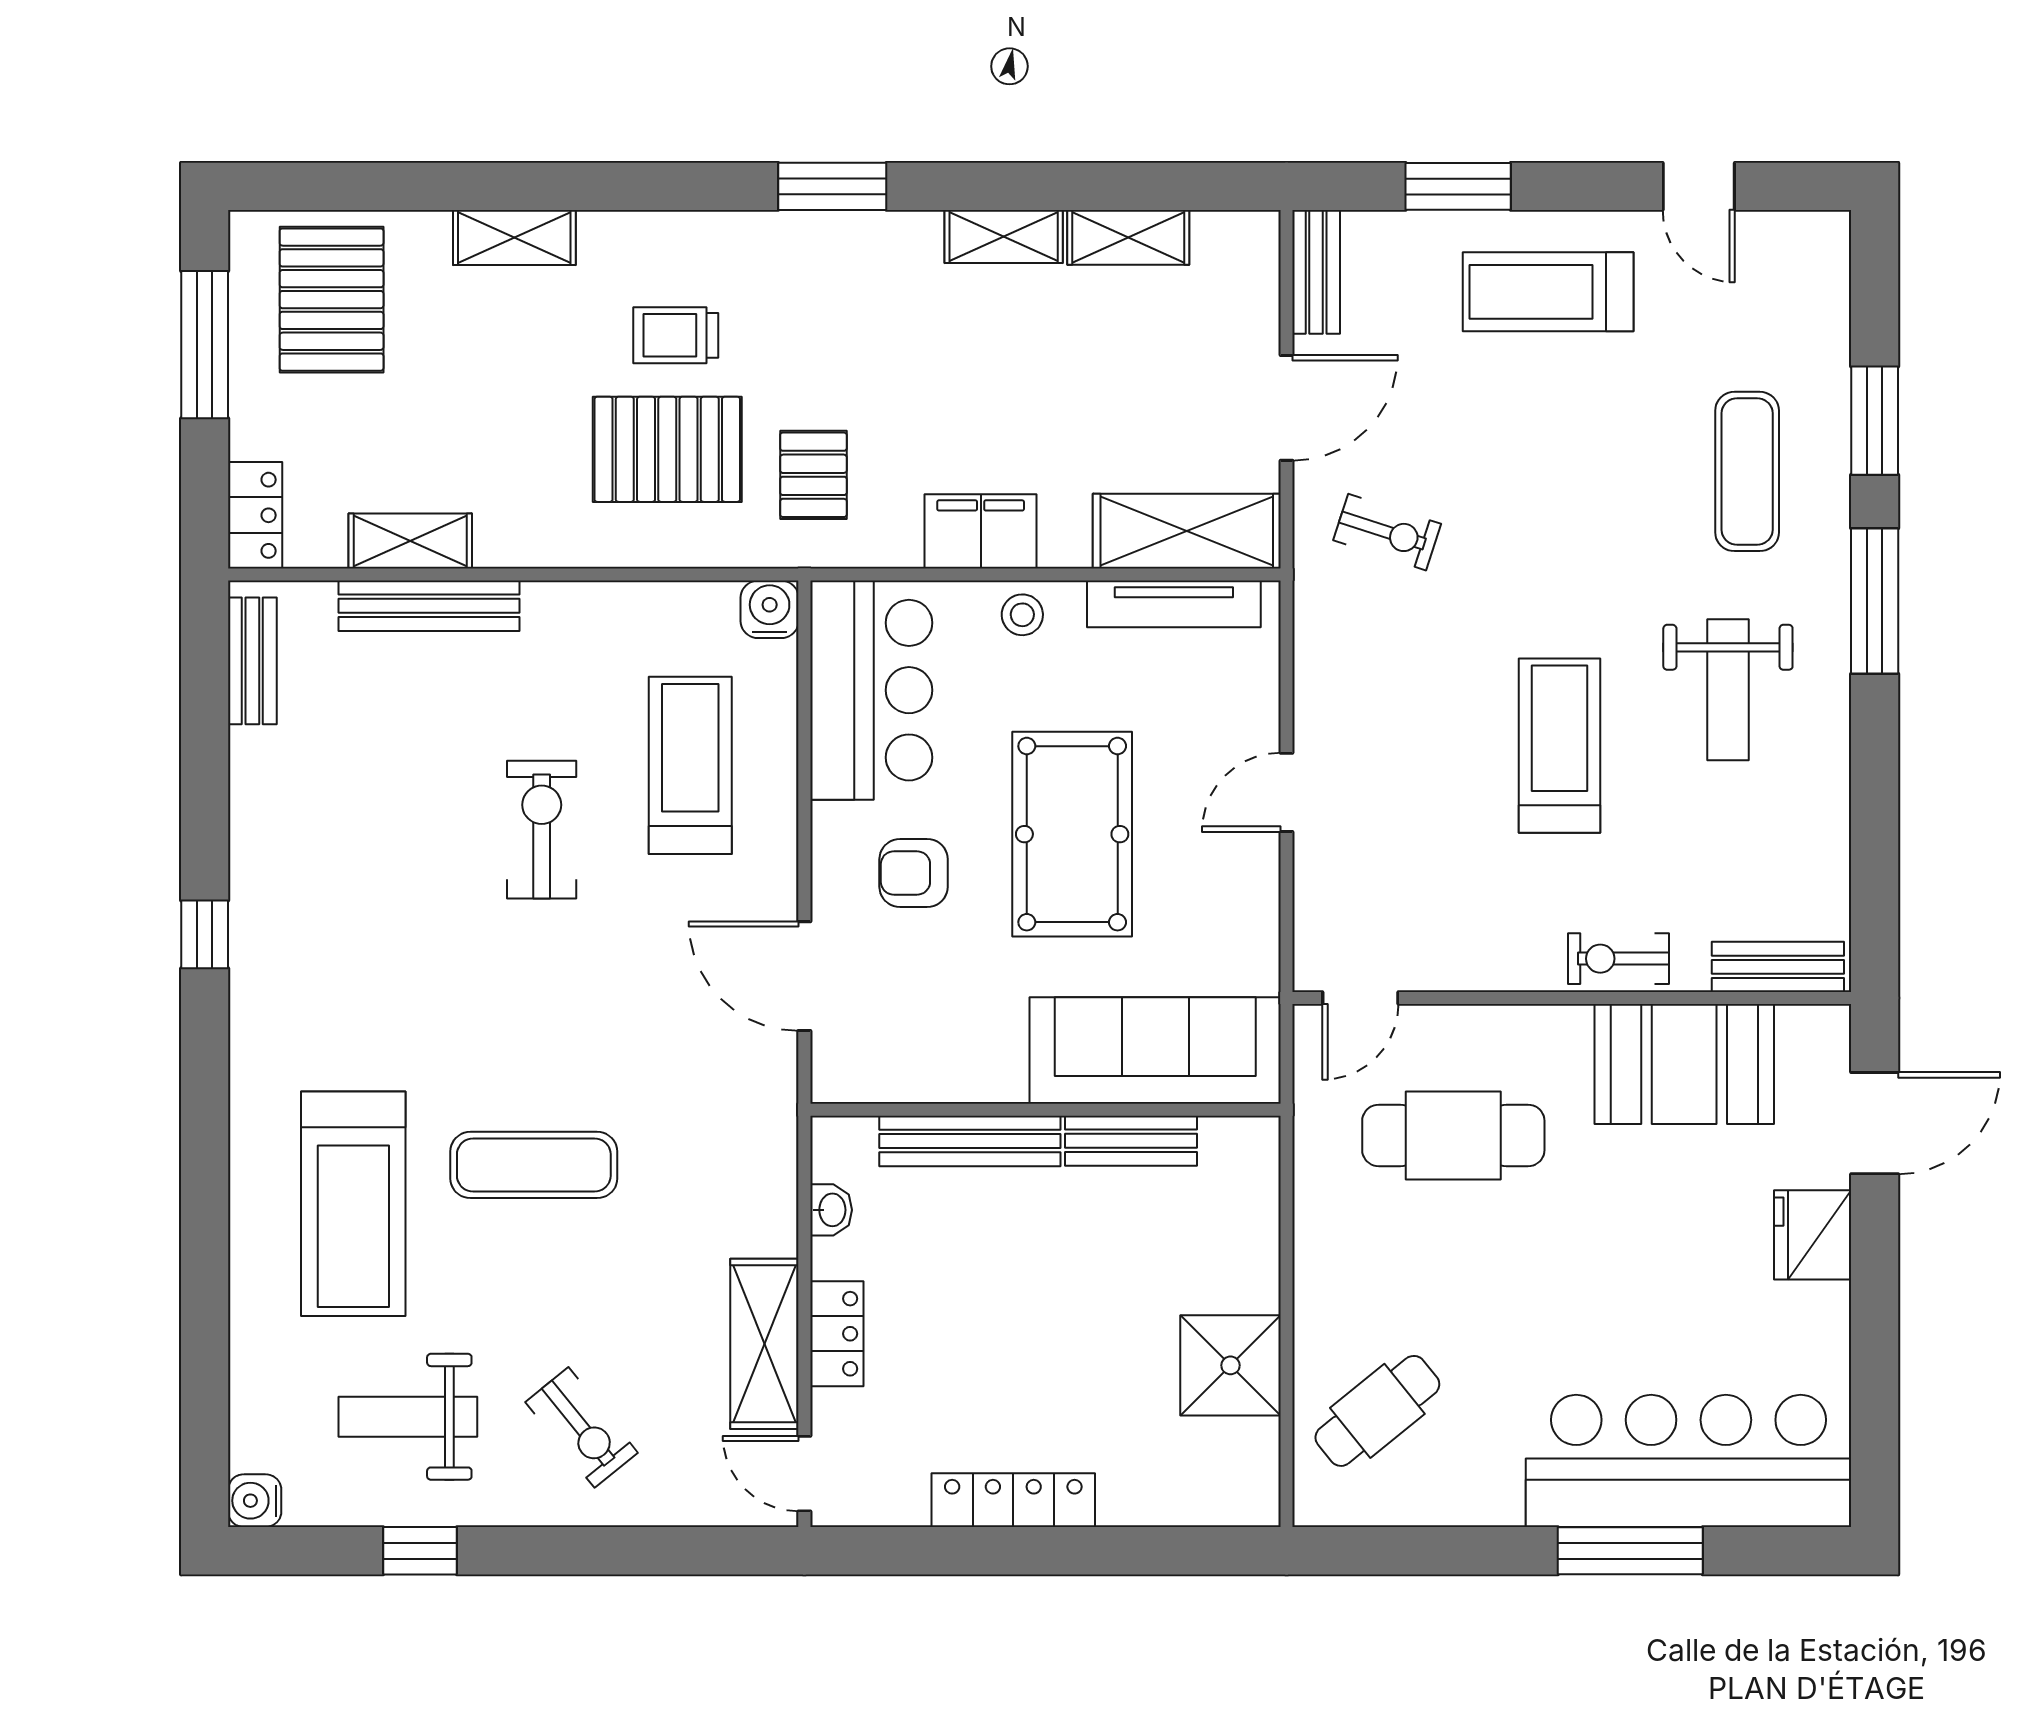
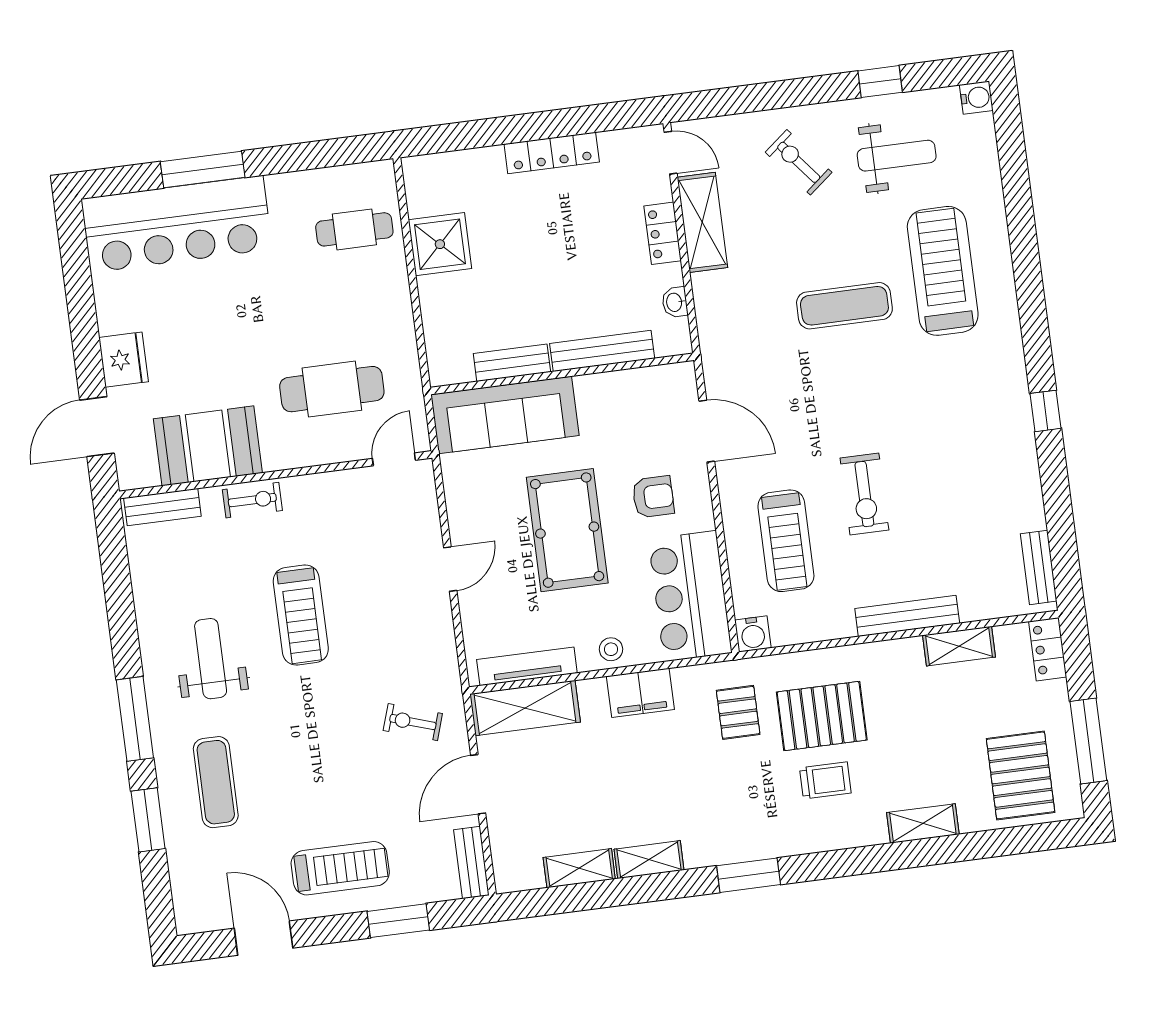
door: (1699, 186) -> (264, 938), width x1.38
bench: (429, 606) -> (907, 616), moved
cafe table: (1377, 1411) -> (354, 229), turned 39

